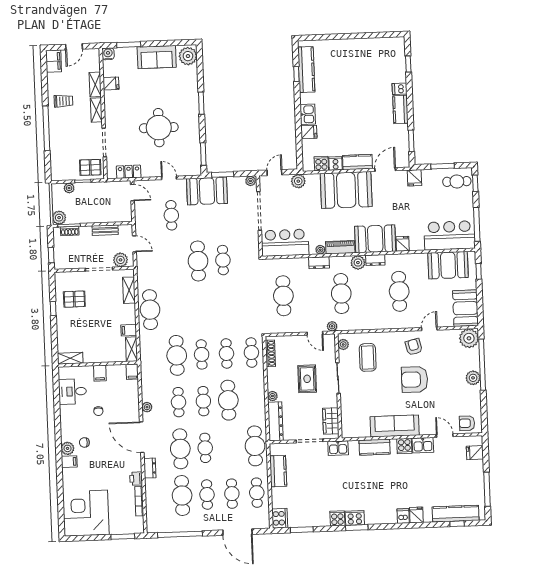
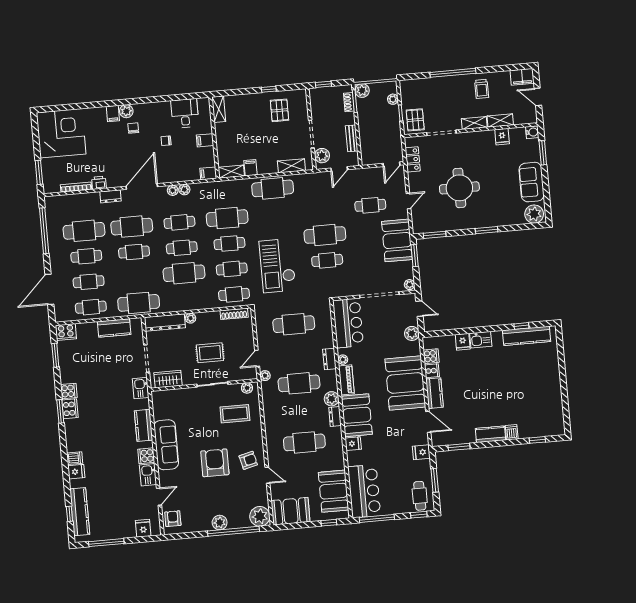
checkout: (225, 309) -> (277, 266), added
plant: (147, 396) -> (184, 189), added

